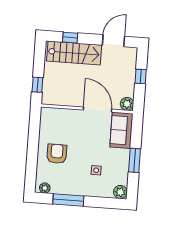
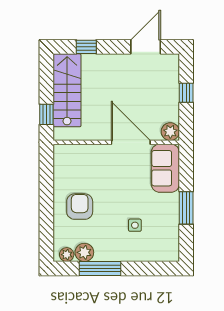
stairs: (74, 53) -> (67, 90), moved, turned -90
plant: (120, 192) -> (84, 252), moved

